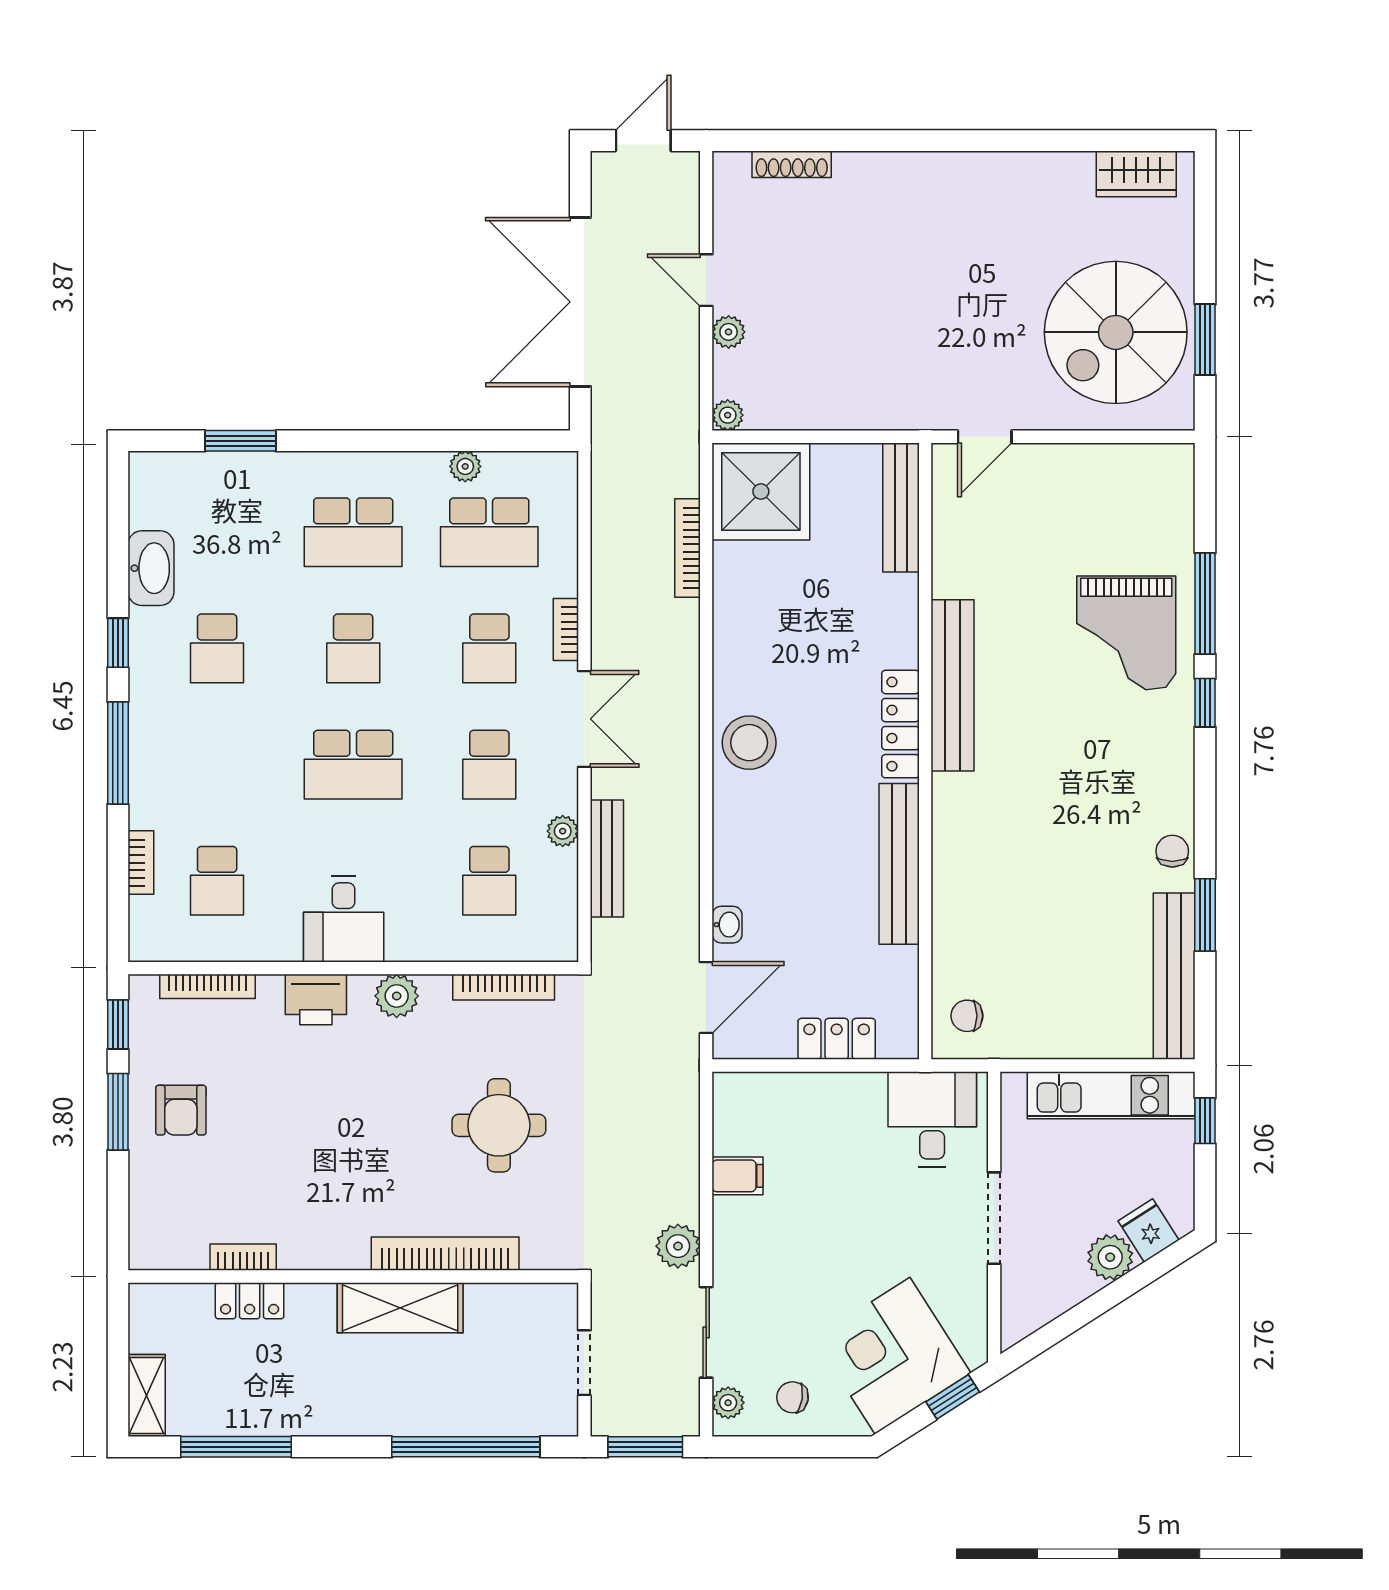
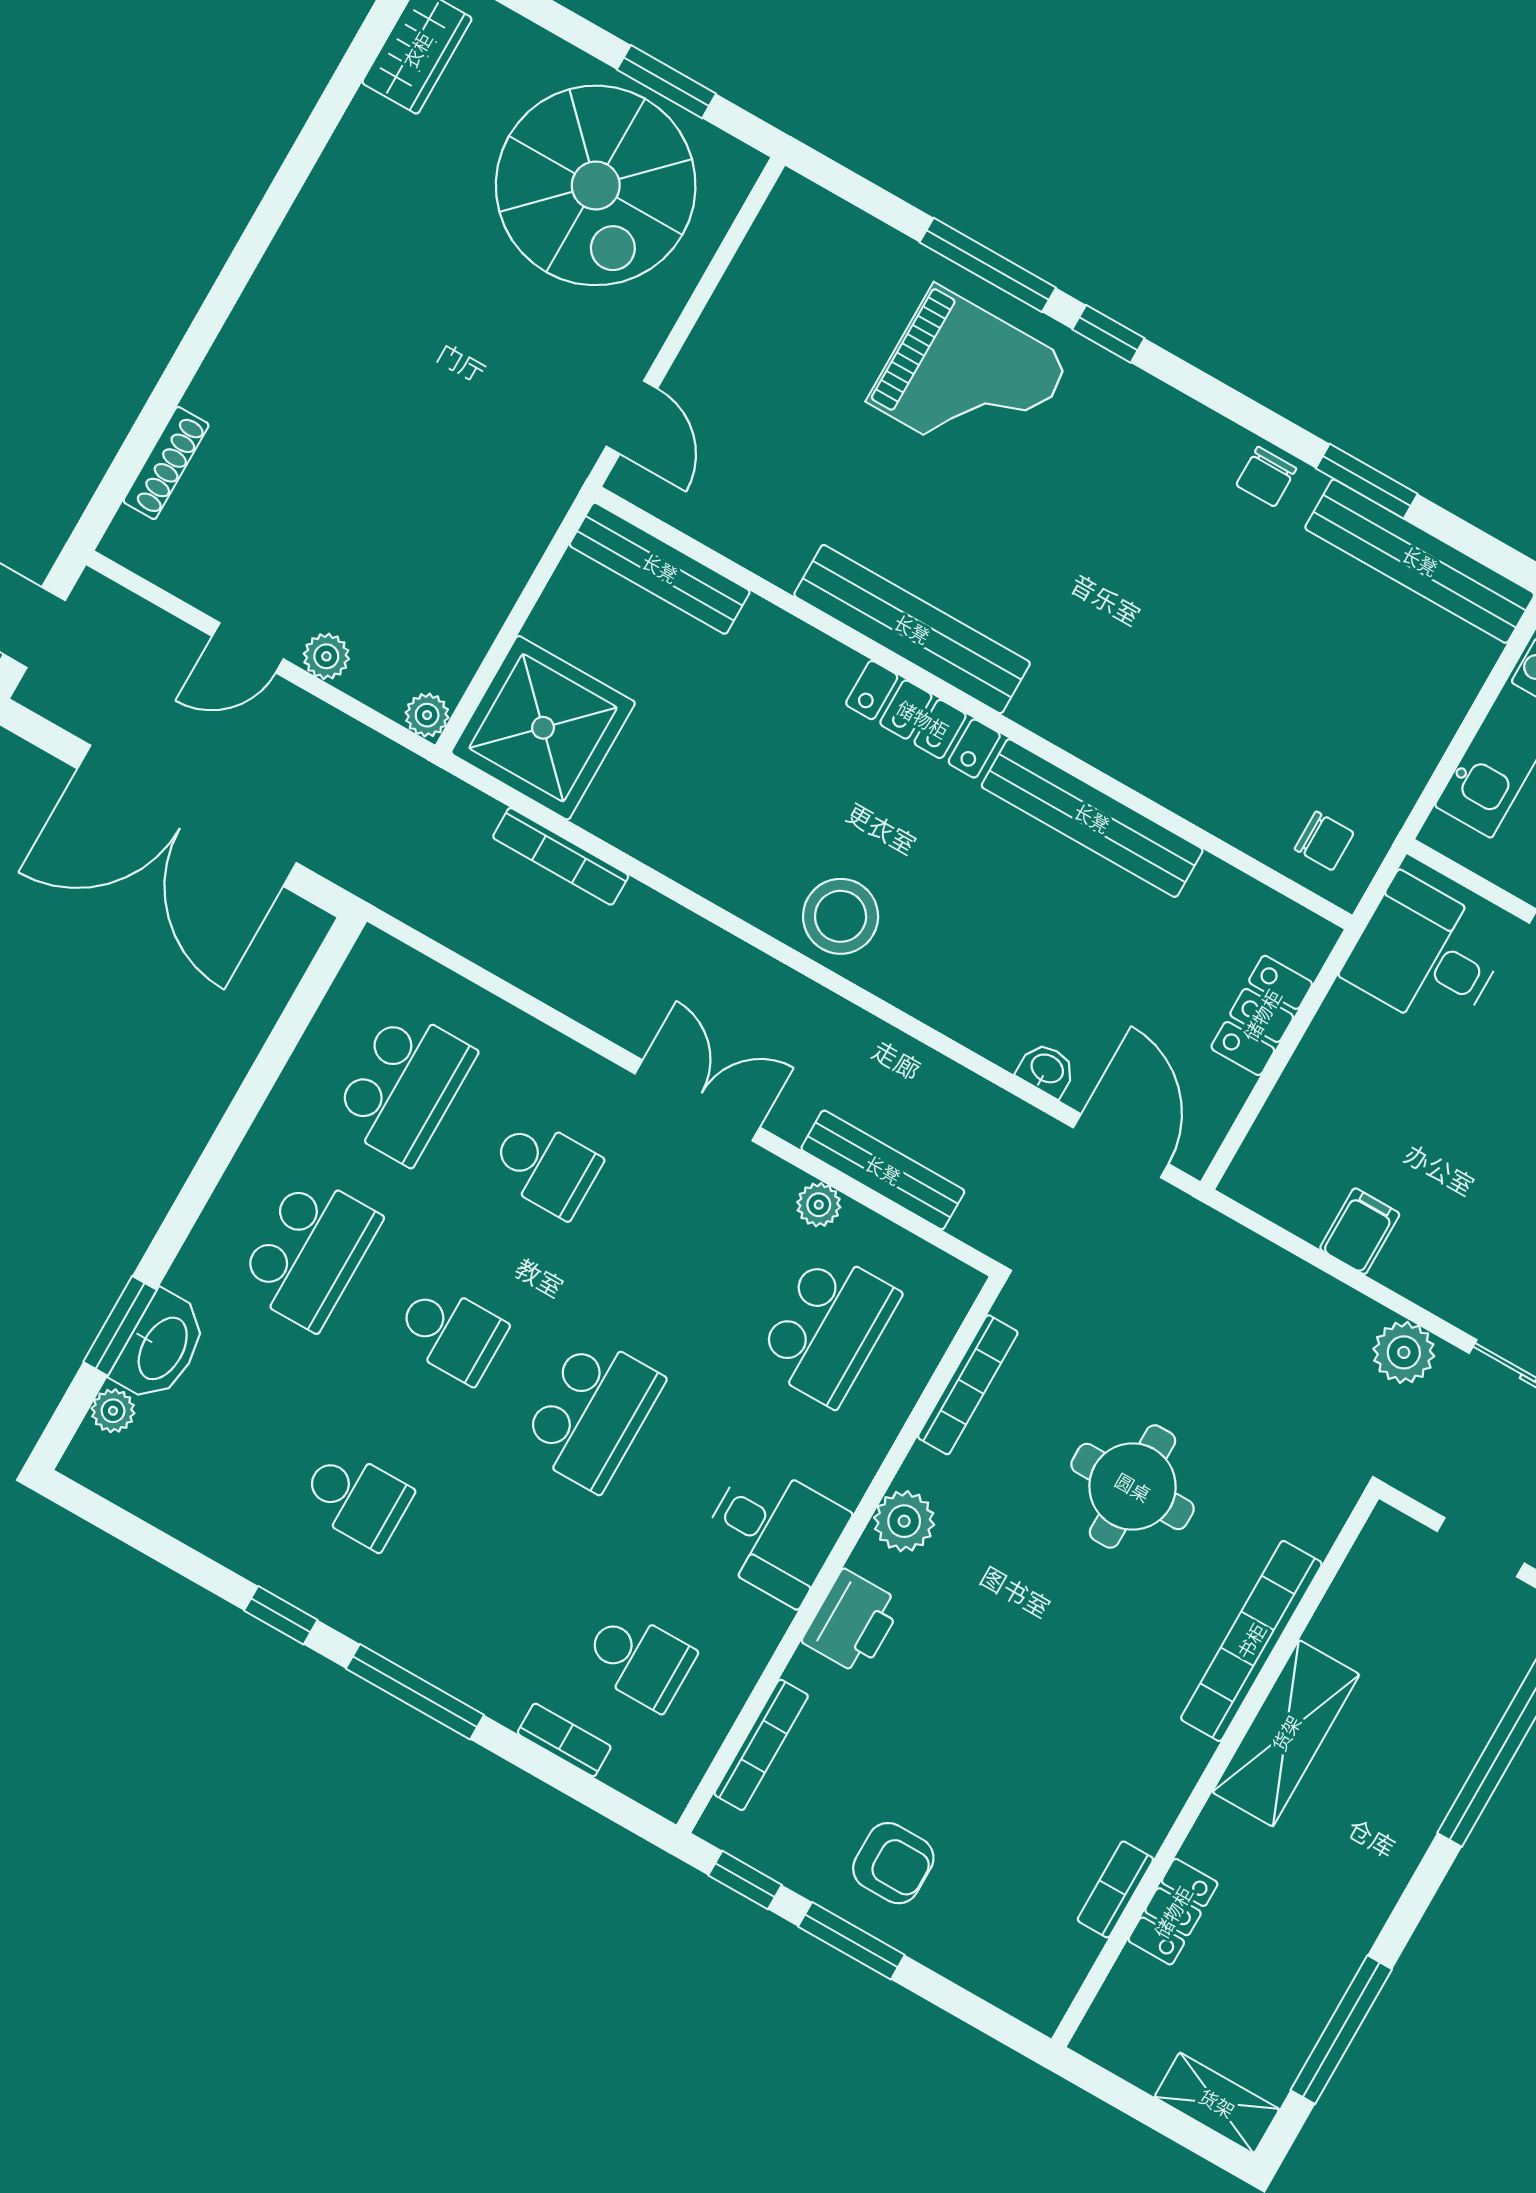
plant: (465, 466) -> (113, 1411), moved
washbasin: (151, 568) -> (161, 1347), moved, turned 90
bookcase: (566, 629) -> (576, 1061), removed
school desk: (489, 765) -> (687, 1248), removed
chair: (1172, 851) -> (1266, 477), turned -90
school desk: (489, 881) -> (828, 1328), width x1.85
chair: (967, 1016) -> (1324, 841), turned -90

